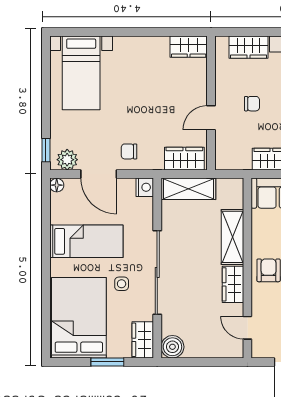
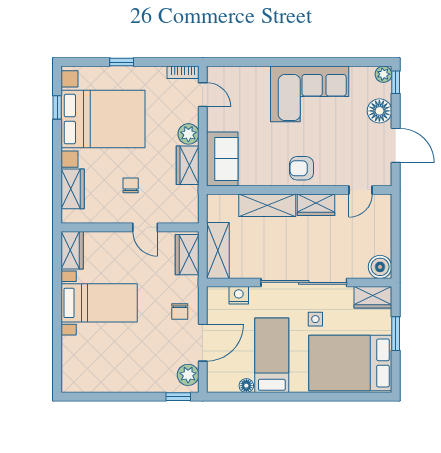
bed with nightstands: (81, 73) -> (99, 303), moved
floor lamp: (57, 185) -> (246, 386), moved
nightstand: (145, 187) -> (239, 295), moved

